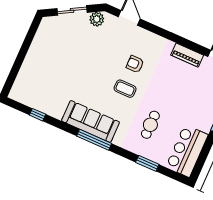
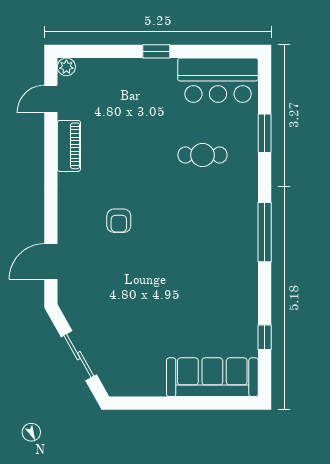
plant: (97, 19) -> (75, 311), removed
coffee table: (125, 89) -> (164, 219), removed
sofa: (90, 121) -> (212, 377), moved, turned 90

